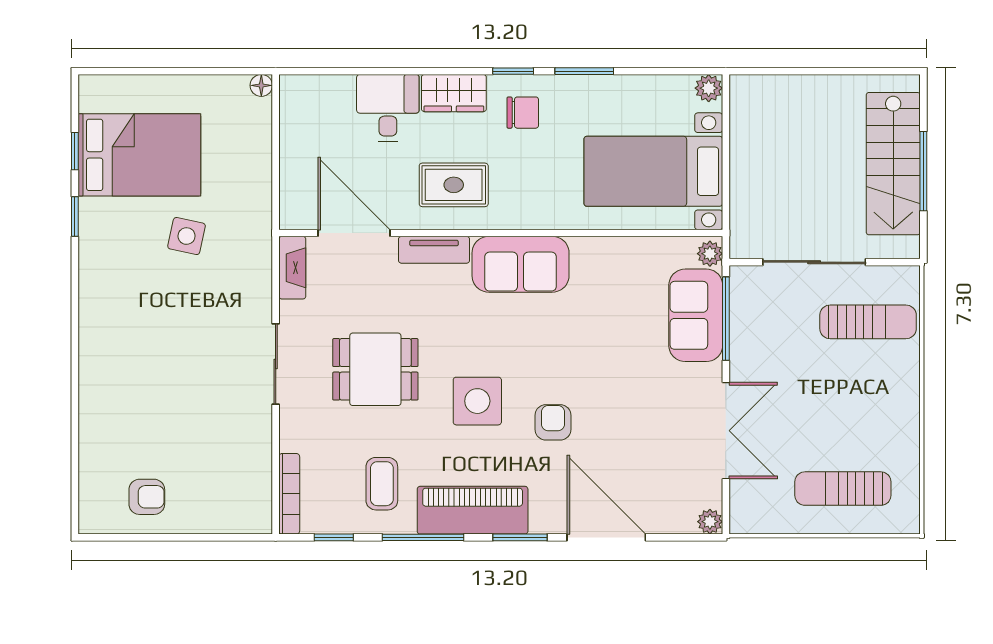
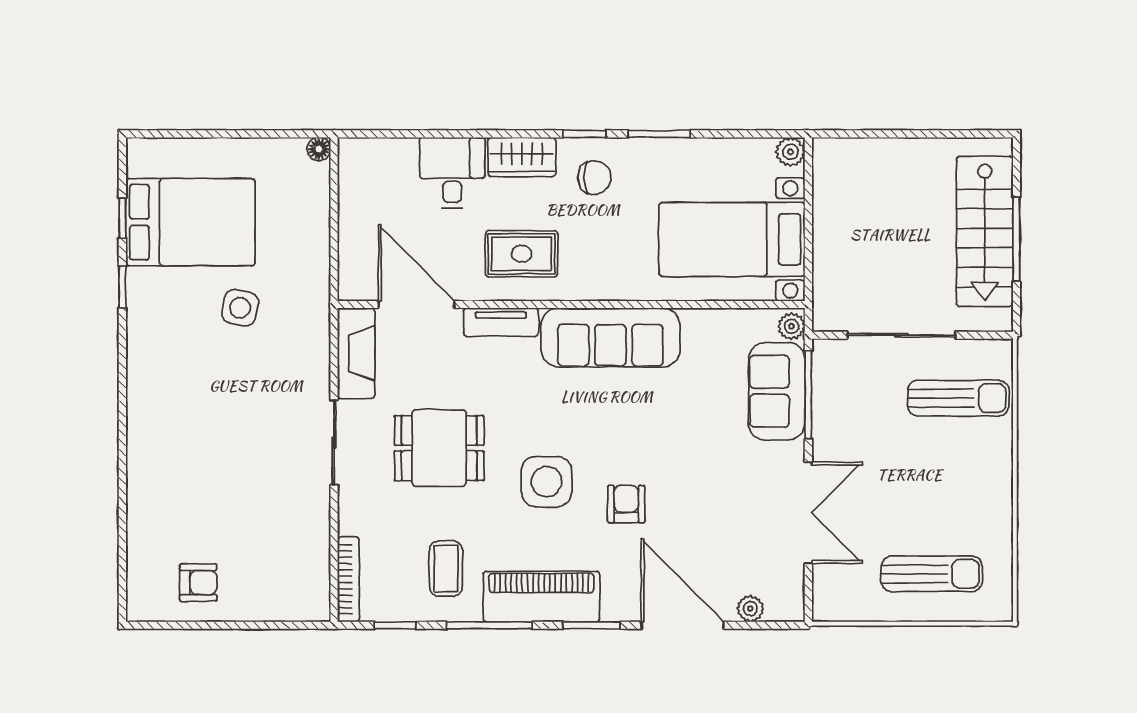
sofa: (521, 264) -> (610, 337), width x1.36
fireplace: (292, 268) -> (356, 353), width x1.37, depth x1.32
sun lounger: (843, 489) -> (932, 574), turned 180
plant: (710, 522) -> (750, 609), moved

